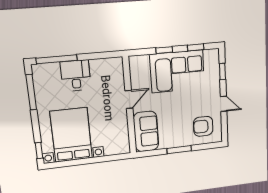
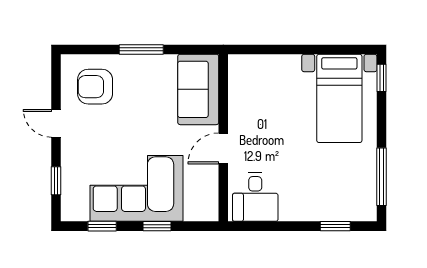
window: (57, 59) -> (335, 226), width x0.46
desk: (76, 76) -> (255, 197), moved
armchair: (203, 126) -> (95, 87), turned 180
bed with nightstands: (71, 135) -> (339, 98), width x0.73

